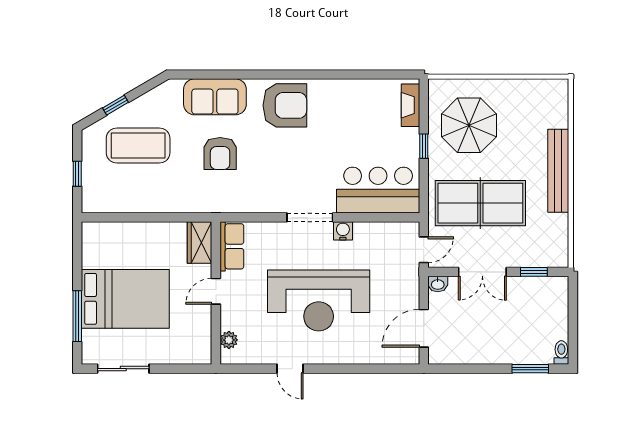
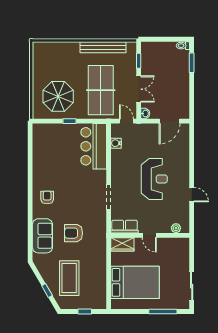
armchair: (285, 105) -> (47, 197), width x0.53, depth x0.53
fireplace: (410, 105) -> (47, 129), removed
armchair: (220, 154) -> (74, 233), turned 180
bench: (558, 171) -> (103, 47), moved
doorway: (310, 217) -> (109, 197), moved
water cooler: (343, 231) -> (116, 143), moved
bed: (125, 299) -> (135, 282), moved, turned 90
reception desk: (319, 300) -> (154, 179), width x0.74, depth x0.77
door: (424, 328) -> (169, 121), hinge flipped
door: (290, 369) -> (192, 195), hinge flipped

